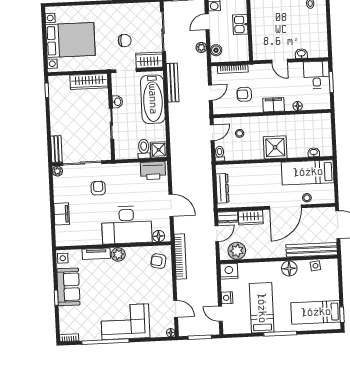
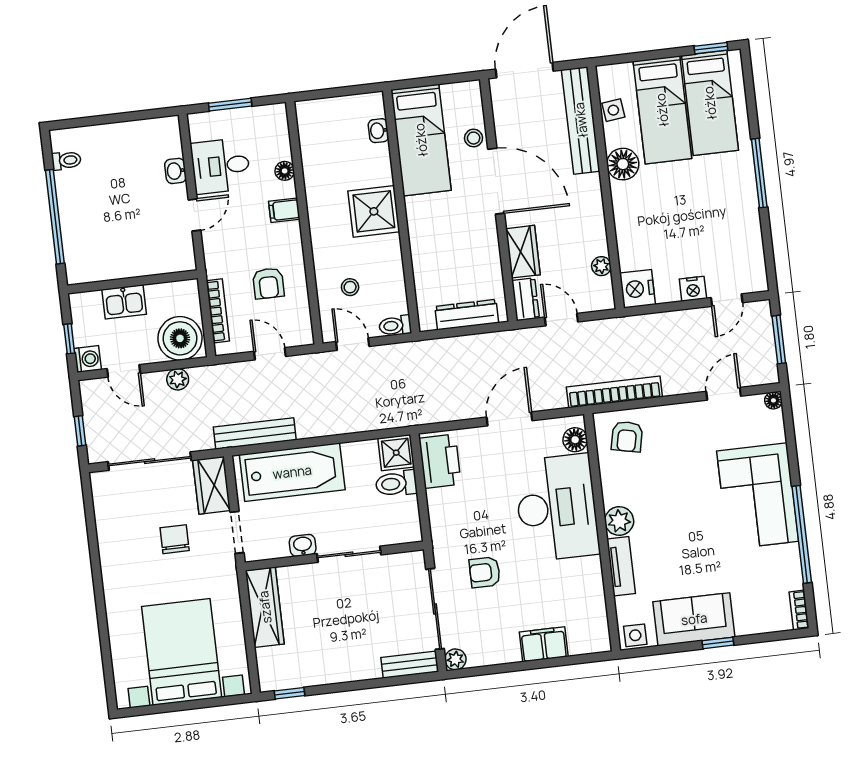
boiler: (216, 50) -> (180, 338), width x1.86, depth x1.86
desk: (316, 75) -> (221, 166), moved
filing cabinet: (274, 105) -> (284, 210), width x0.50
plant: (237, 251) -> (601, 266), width x0.53, depth x0.53
bed: (262, 308) -> (662, 110), moved, turned -90

